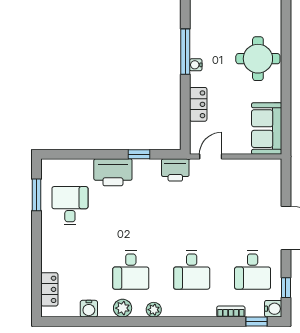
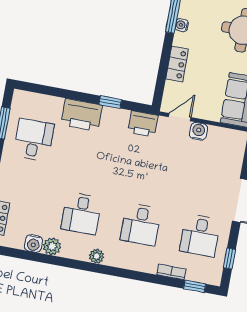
plant: (123, 308) -> (52, 246), moved
water cooler: (273, 309) -> (198, 131), moved, turned -90

